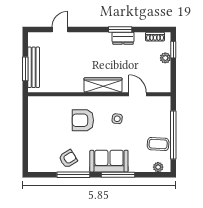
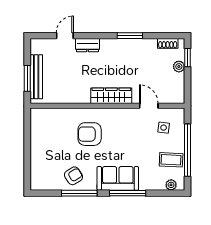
dresser: (123, 38) -> (88, 45), moved
side table: (117, 119) -> (164, 128), moved

